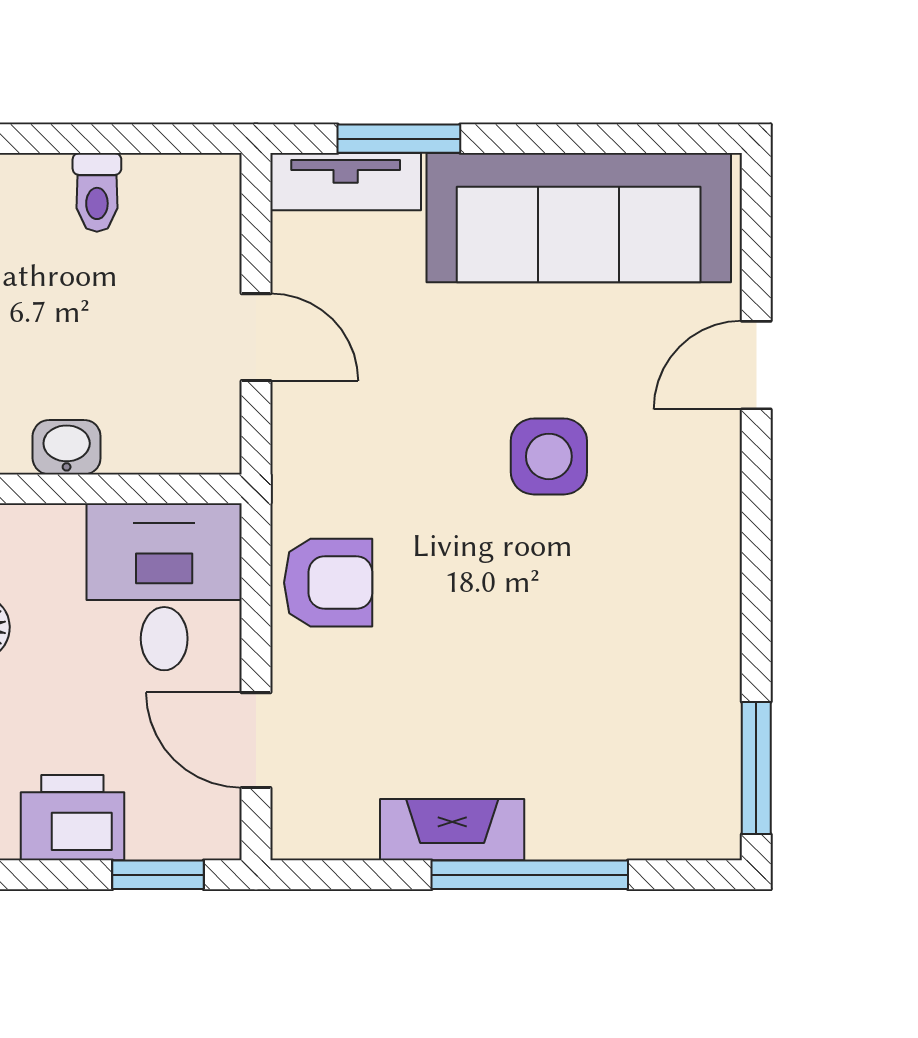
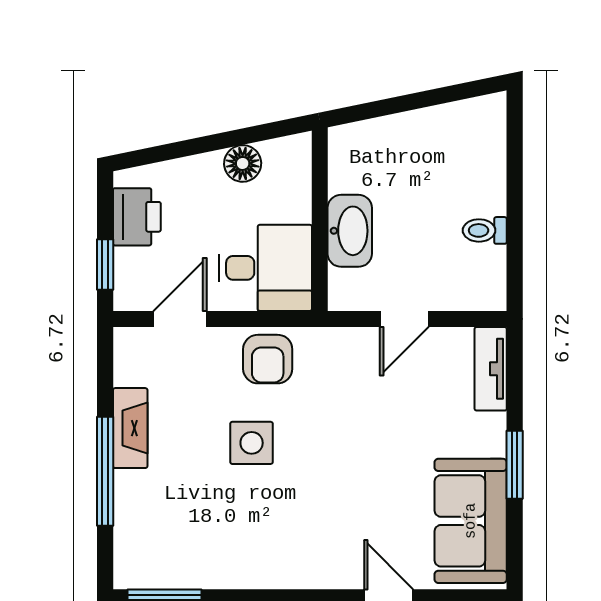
window: (399, 139) -> (515, 465), moved
sofa: (579, 218) -> (471, 521), width x0.73
washbasin: (67, 447) -> (350, 231), width x1.91, depth x1.45
side table: (549, 456) -> (252, 443), moved

